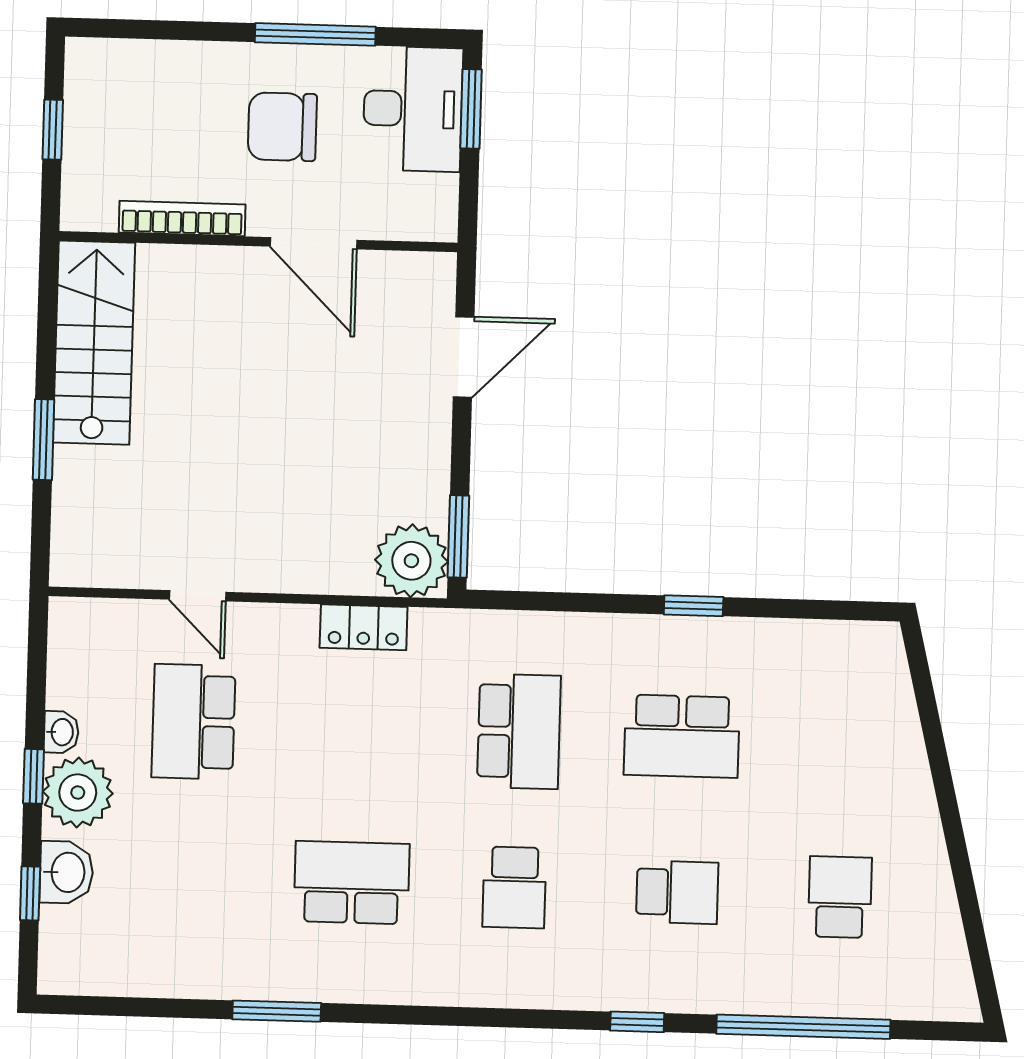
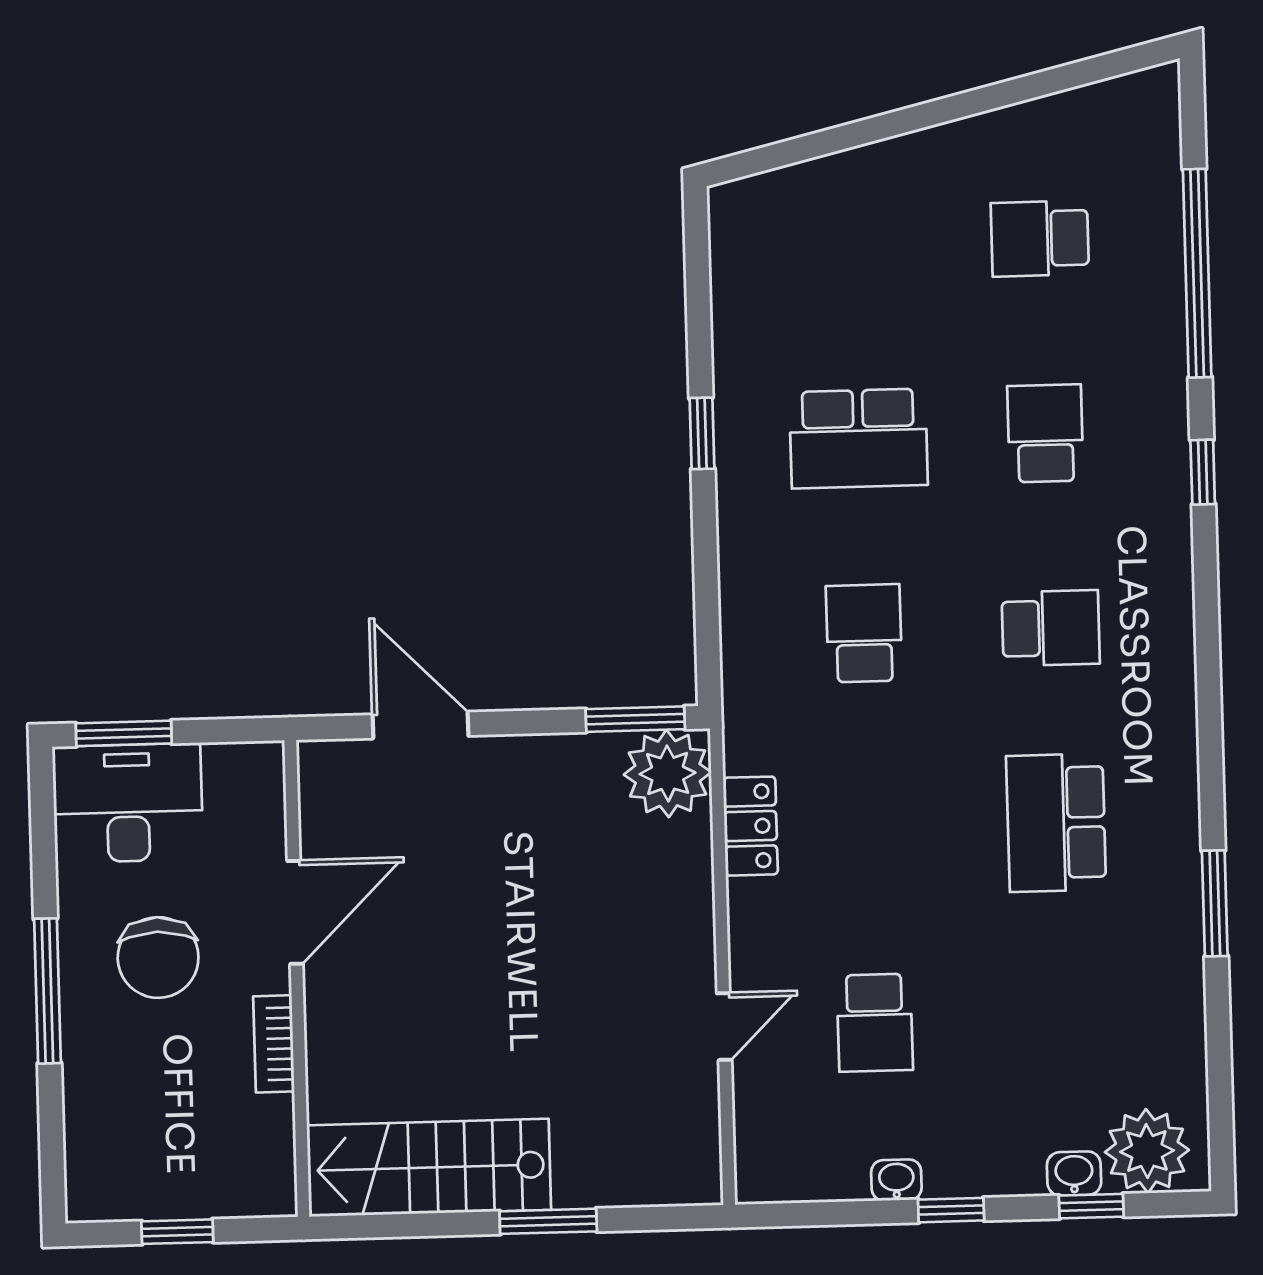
window: (315, 34) -> (47, 991), moved
bookcase: (182, 219) -> (274, 1044), width x0.64
school desk: (193, 722) -> (875, 1023), width x0.54
school desk: (519, 731) -> (864, 633), width x0.54
school desk: (682, 736) -> (859, 439), turned 90
plant: (78, 793) -> (1147, 1151), moved
washbasin: (66, 872) -> (1074, 1174), width x0.72, depth x0.69

